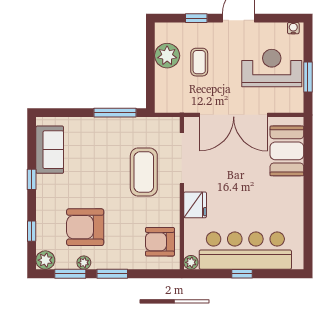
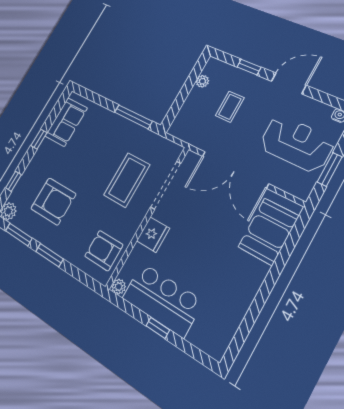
plant: (167, 56) -> (202, 81), width x0.53, depth x0.53
armchair: (85, 227) -> (53, 201), turned 180
bar counter: (245, 251) -> (162, 299), width x0.73
plant: (84, 263) -> (34, 231), removed

